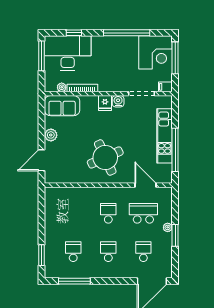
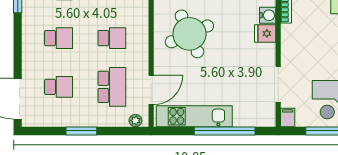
water cooler: (118, 101) -> (268, 15), moved
kitchen unit: (164, 136) -> (194, 116), moved
window: (175, 150) -> (225, 131), moved
plant: (168, 227) -> (135, 121), moved

